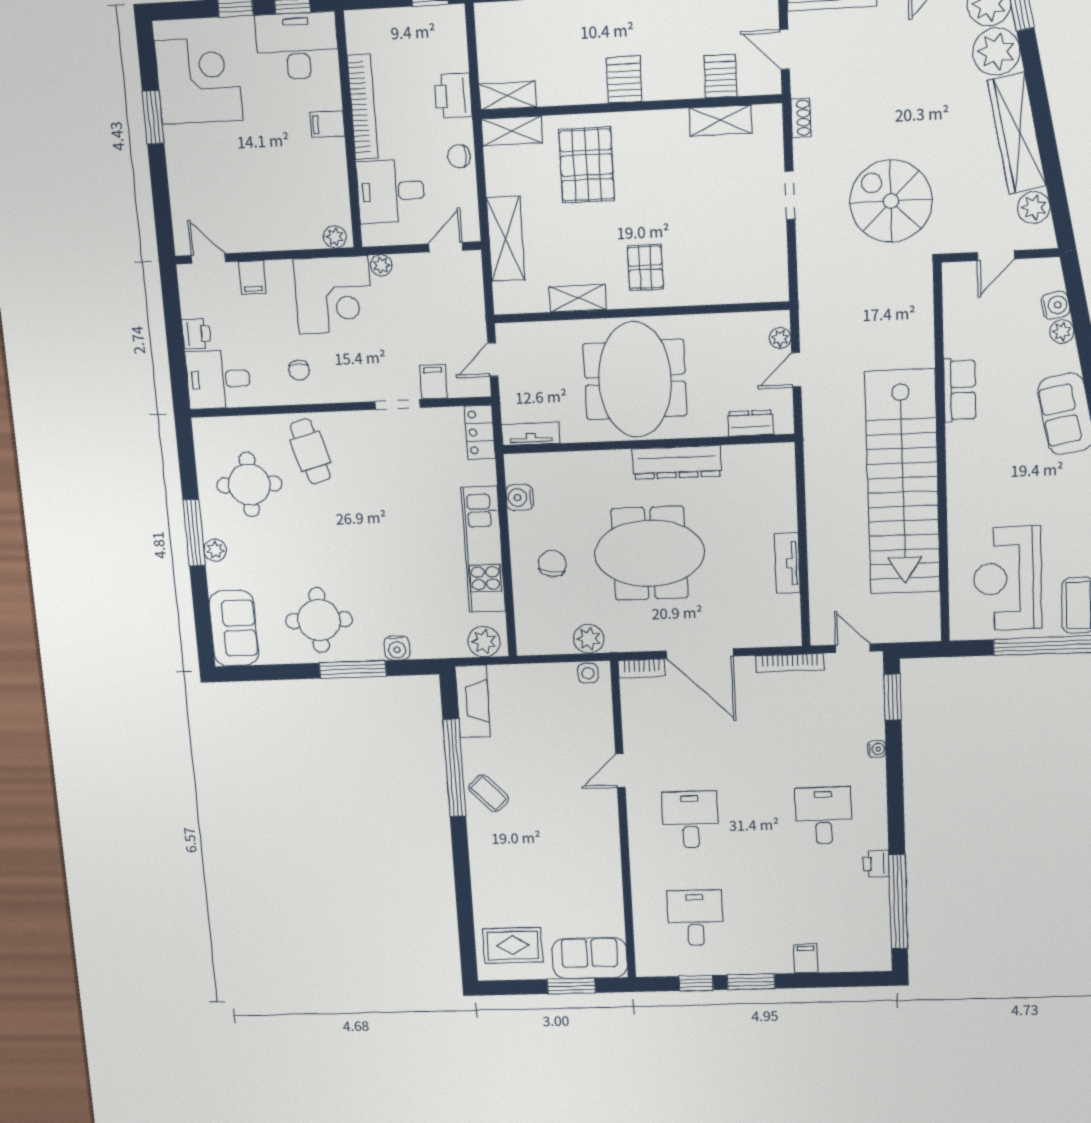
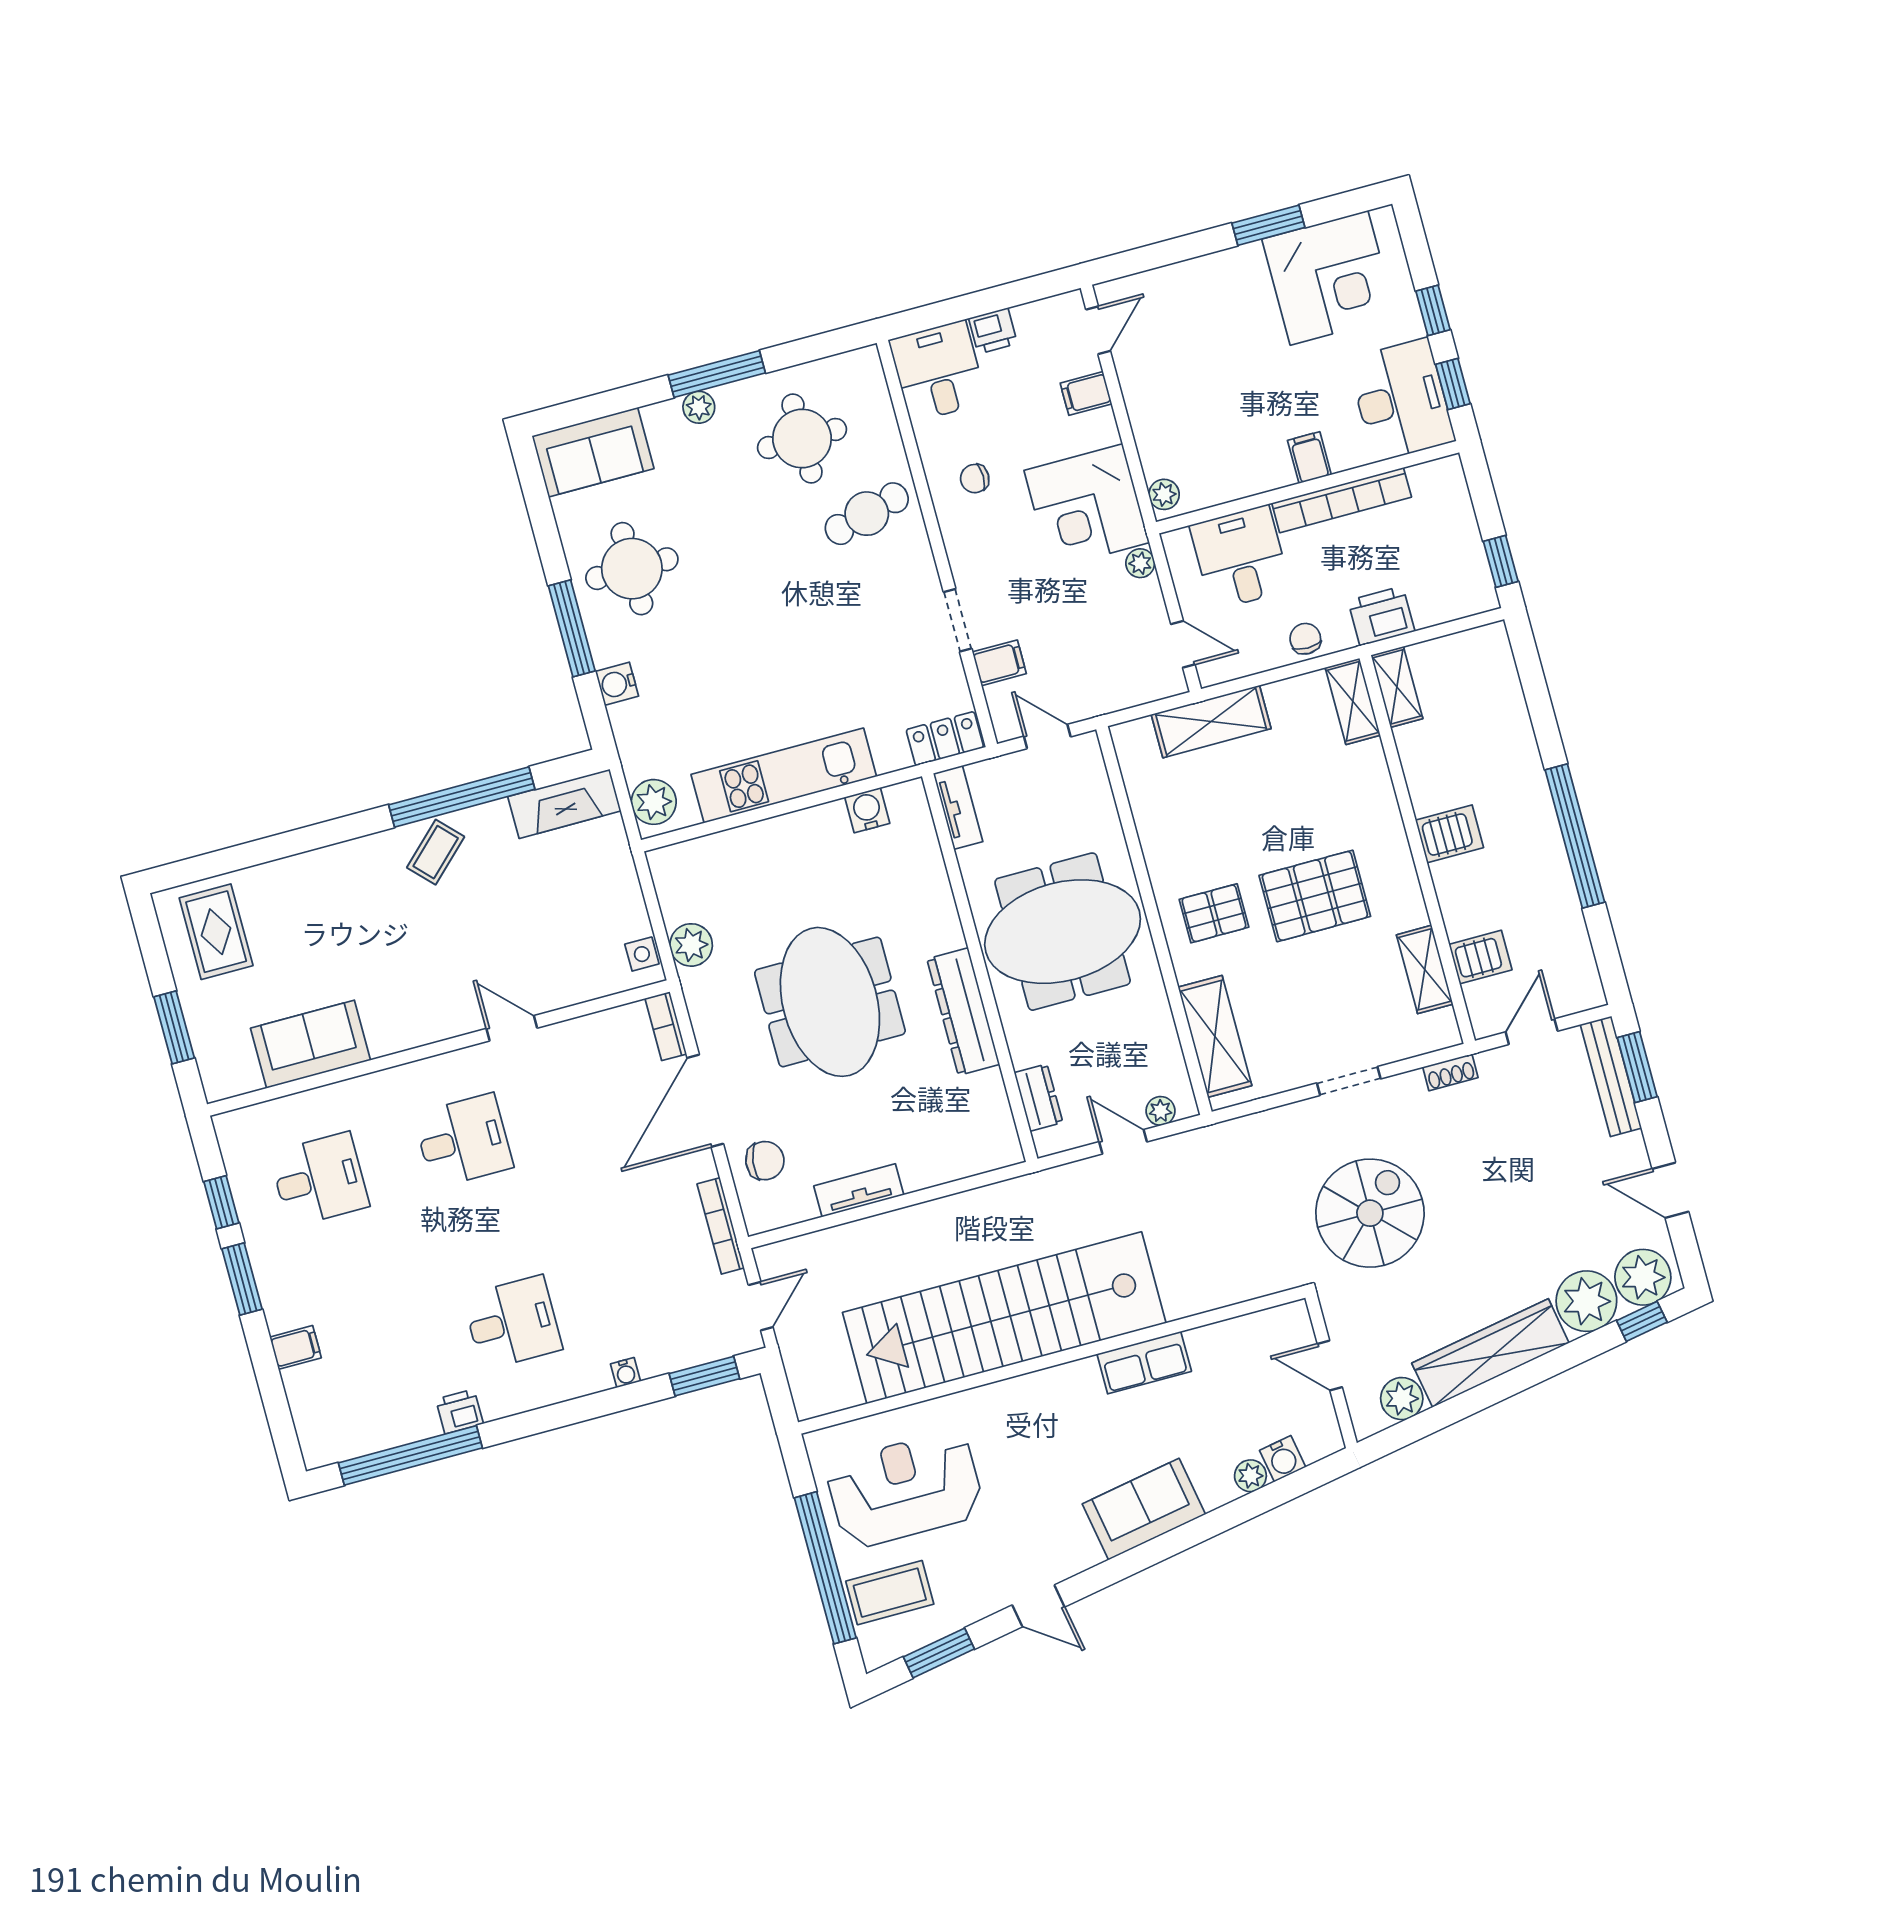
pallet: (587, 165) -> (1315, 896), moved
shelving: (578, 298) -> (1215, 1036), moved, width x1.50, depth x1.33
chair: (552, 564) -> (765, 1161), moved
sofa: (590, 958) -> (311, 1044), moved, turned -90

